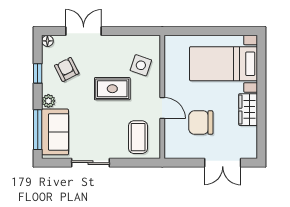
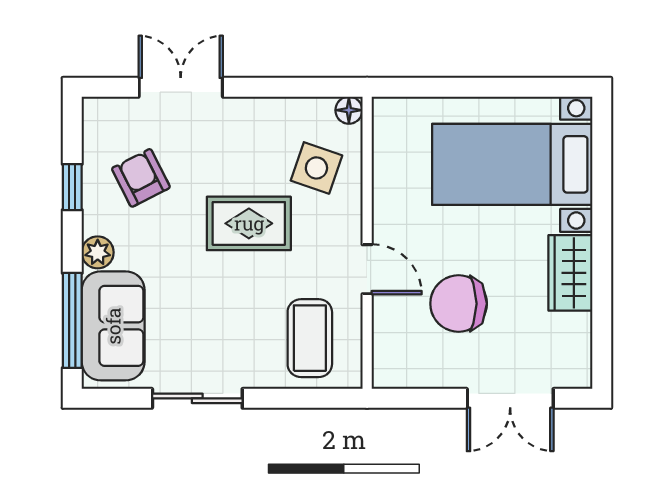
floor lamp: (47, 41) -> (349, 110), moved

